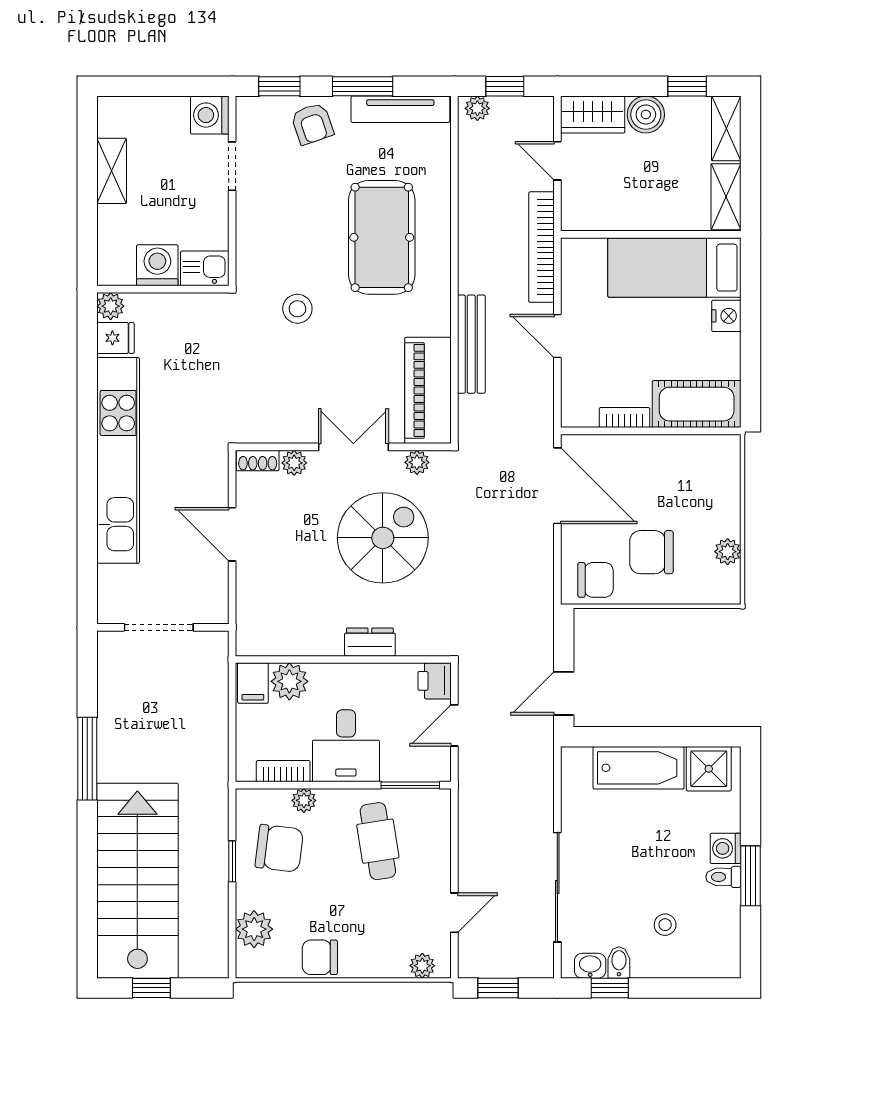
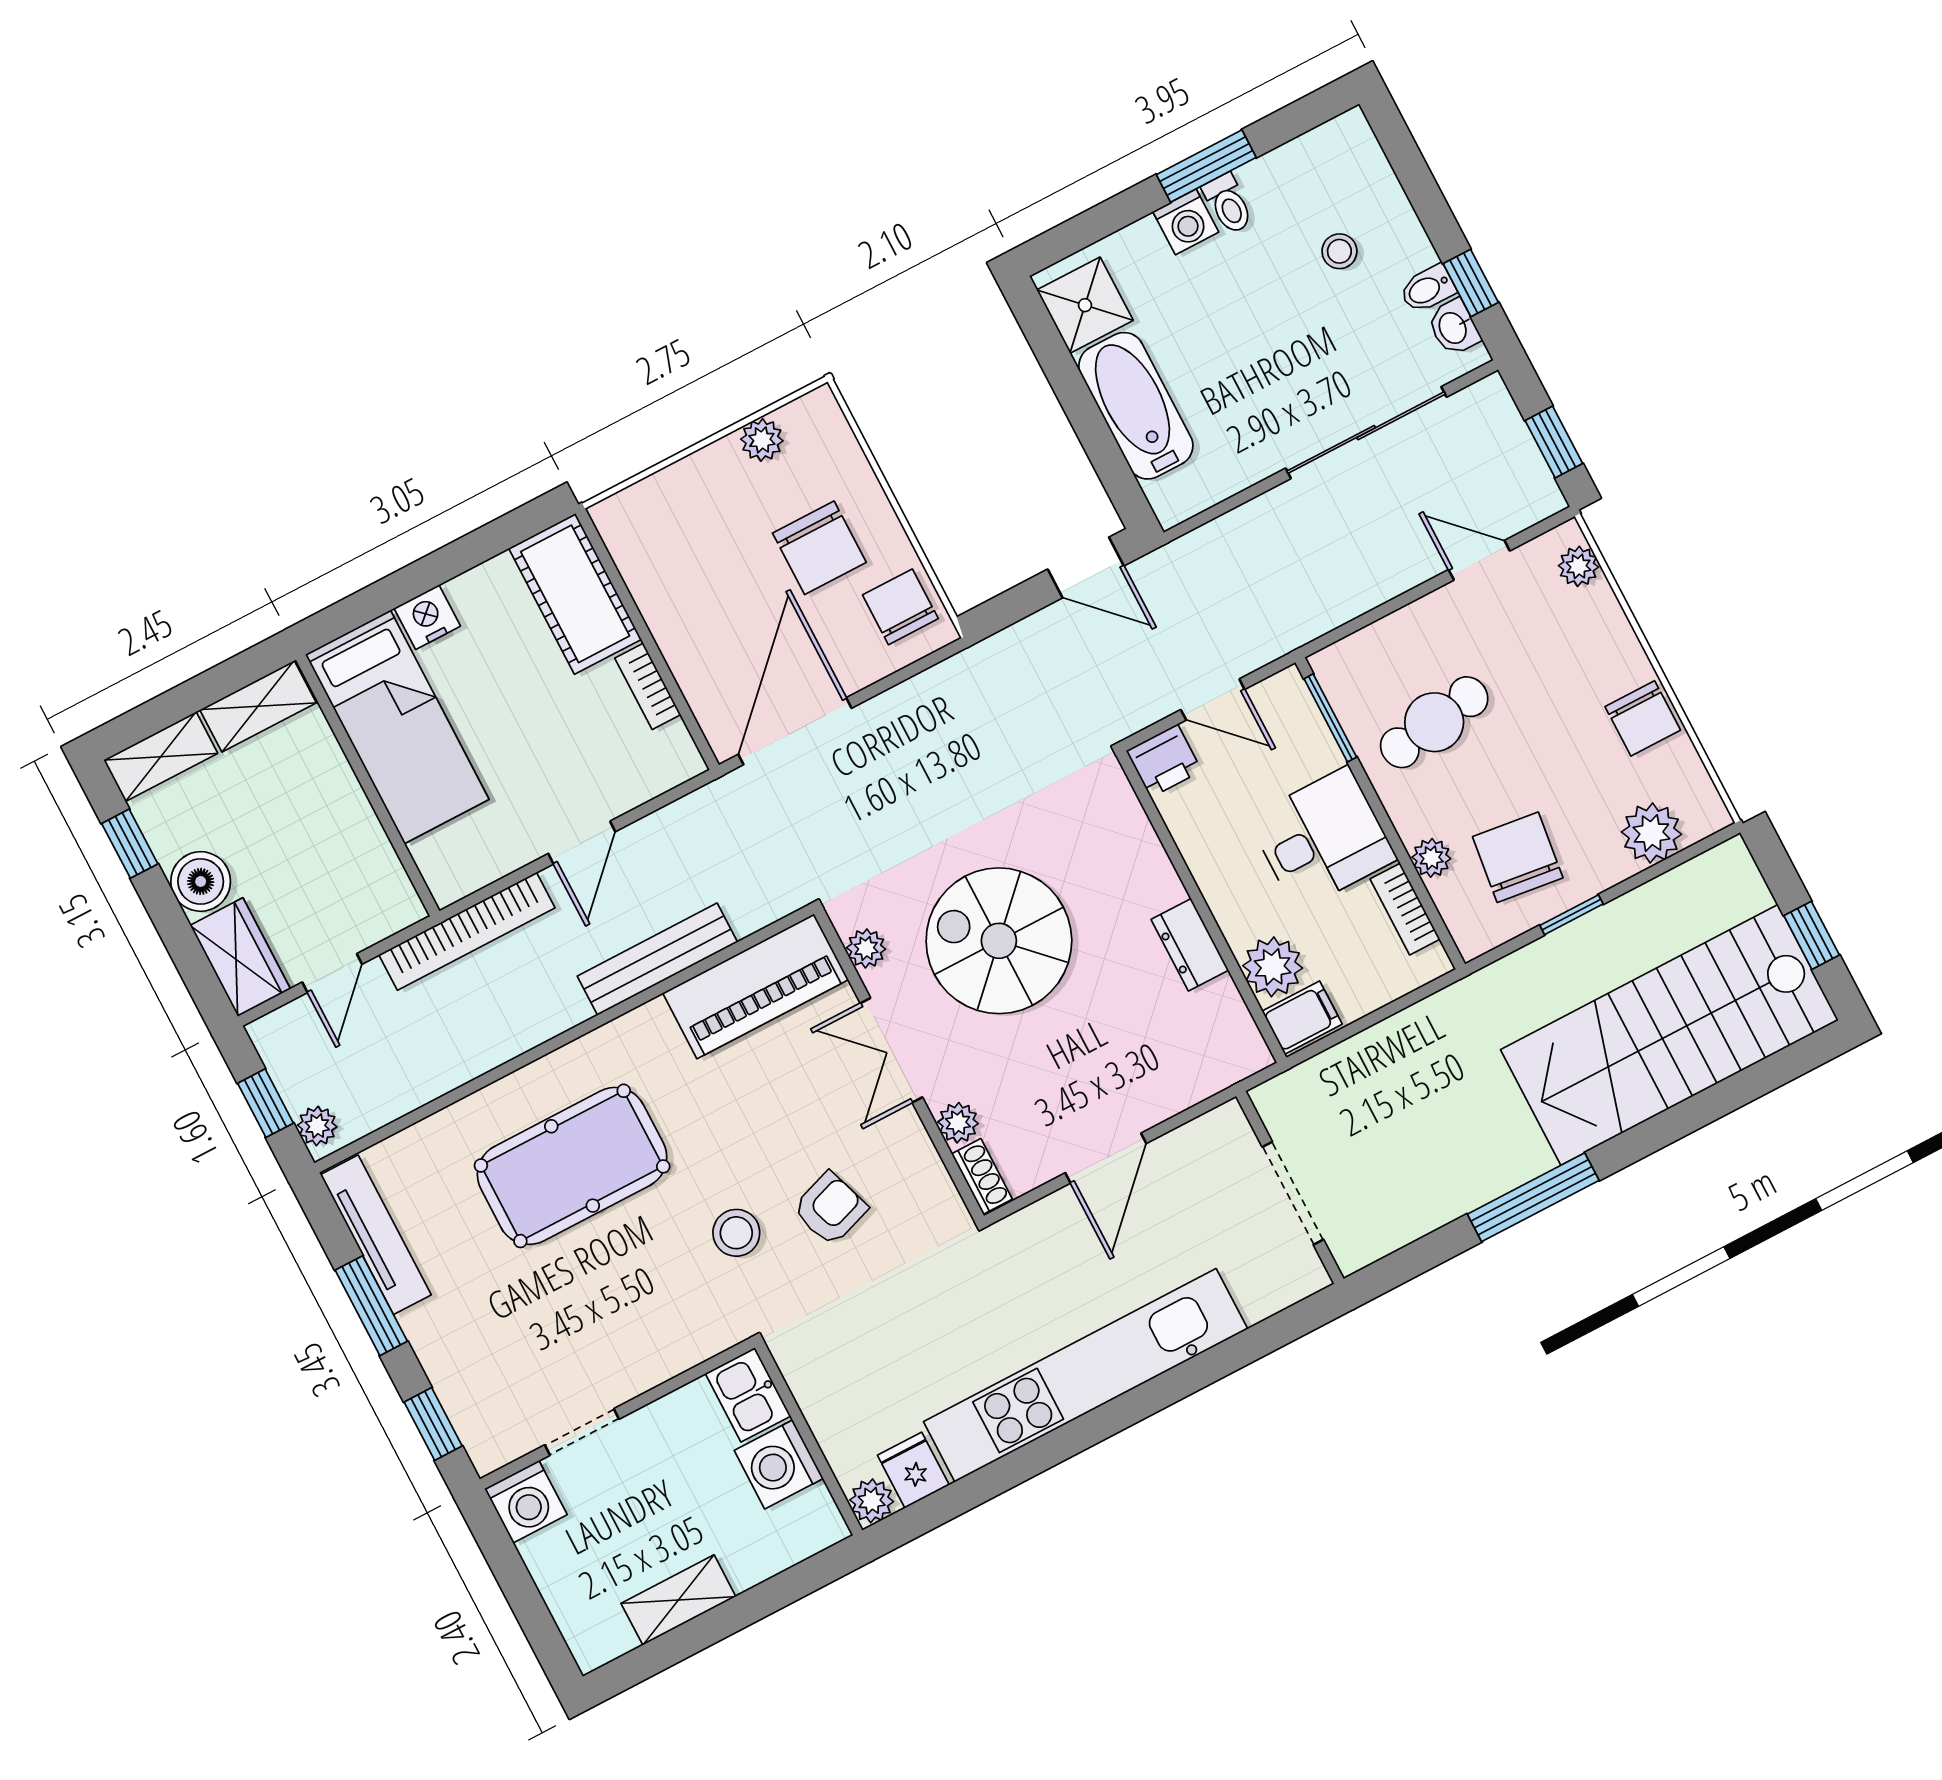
armchair: (312, 124) -> (830, 1209), moved
dresser: (370, 642) -> (1190, 945), moved

